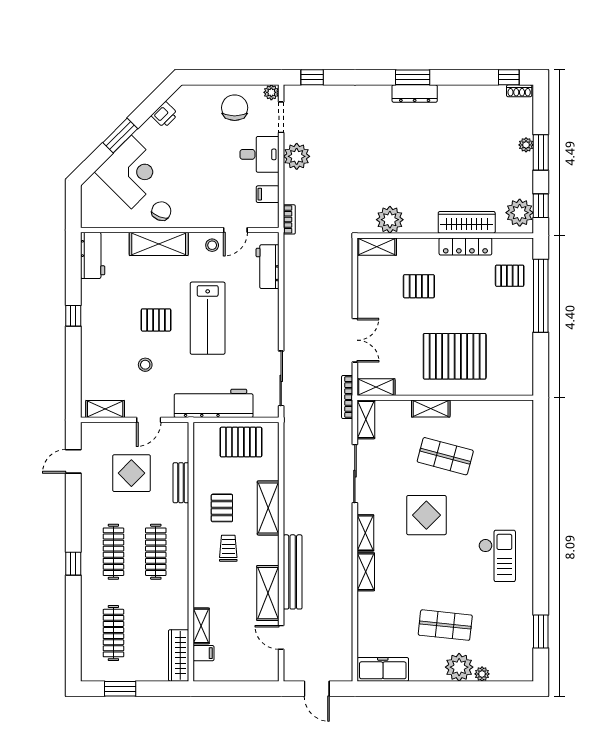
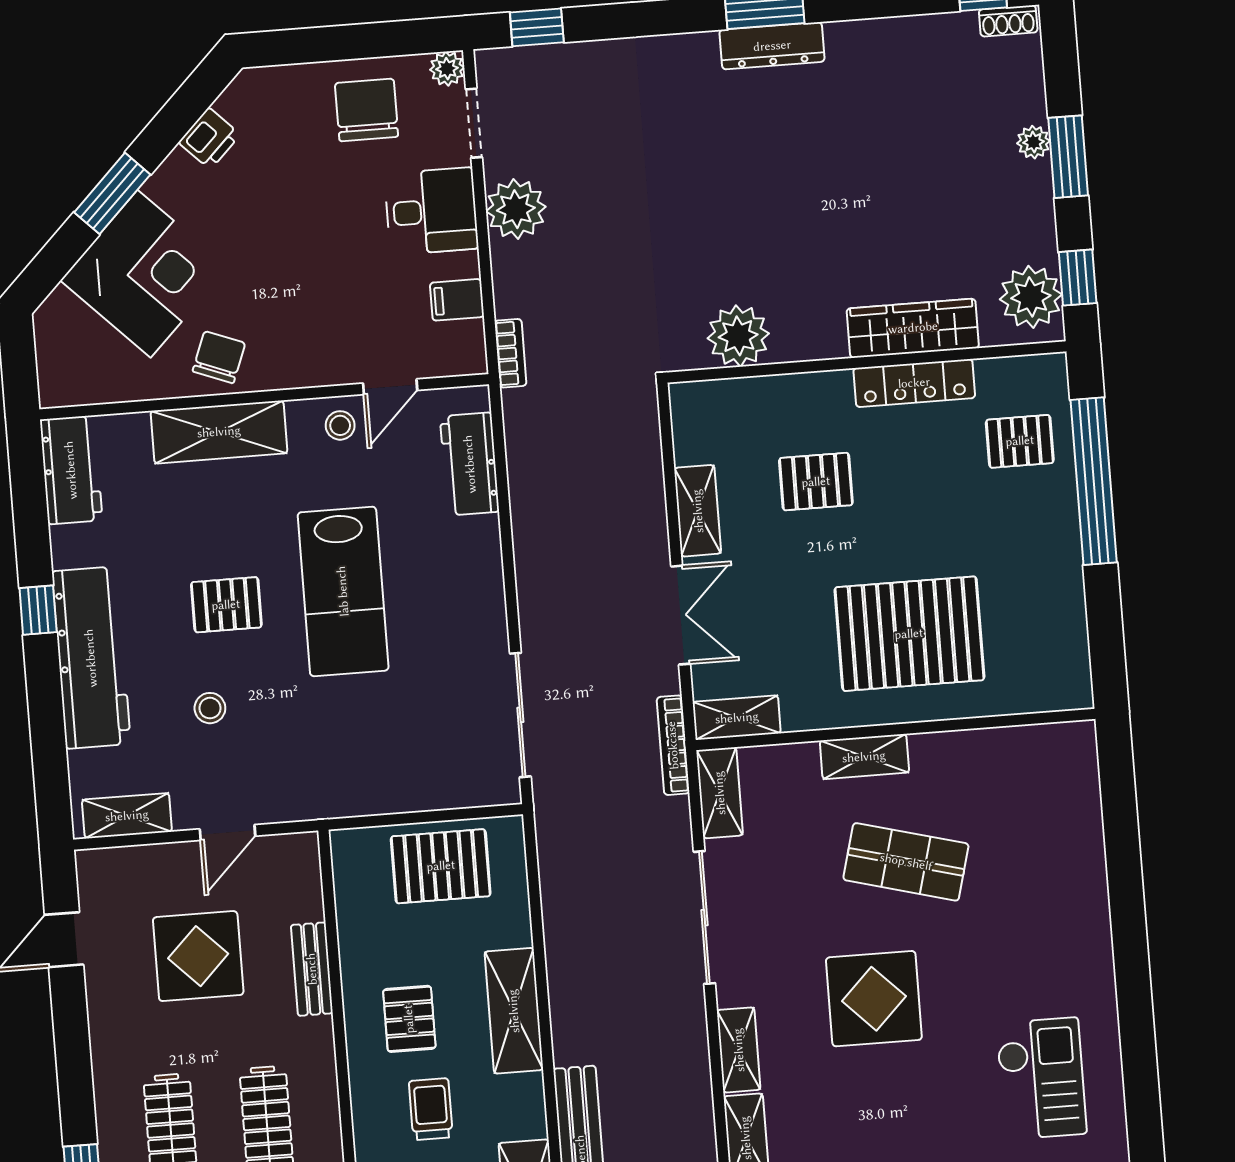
shelving: (377, 247) -> (698, 511), moved, turned 90
workbench: (214, 403) -> (91, 658), moved, turned 90

